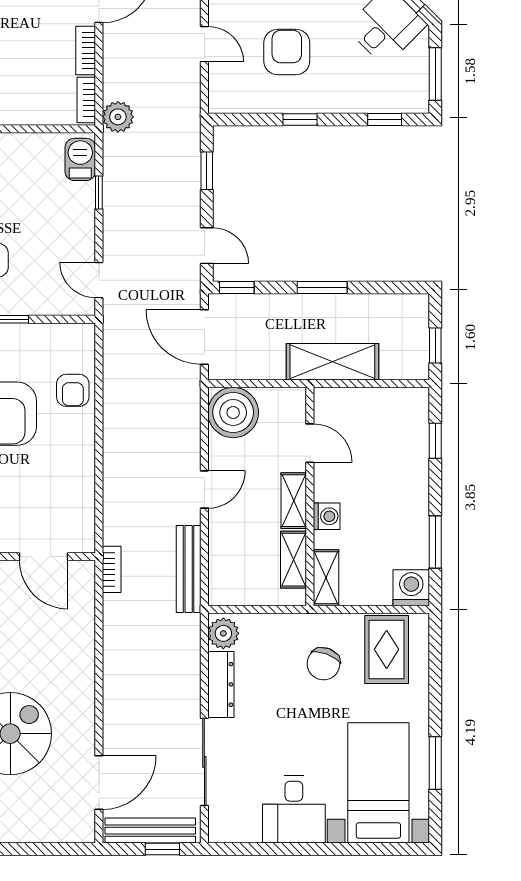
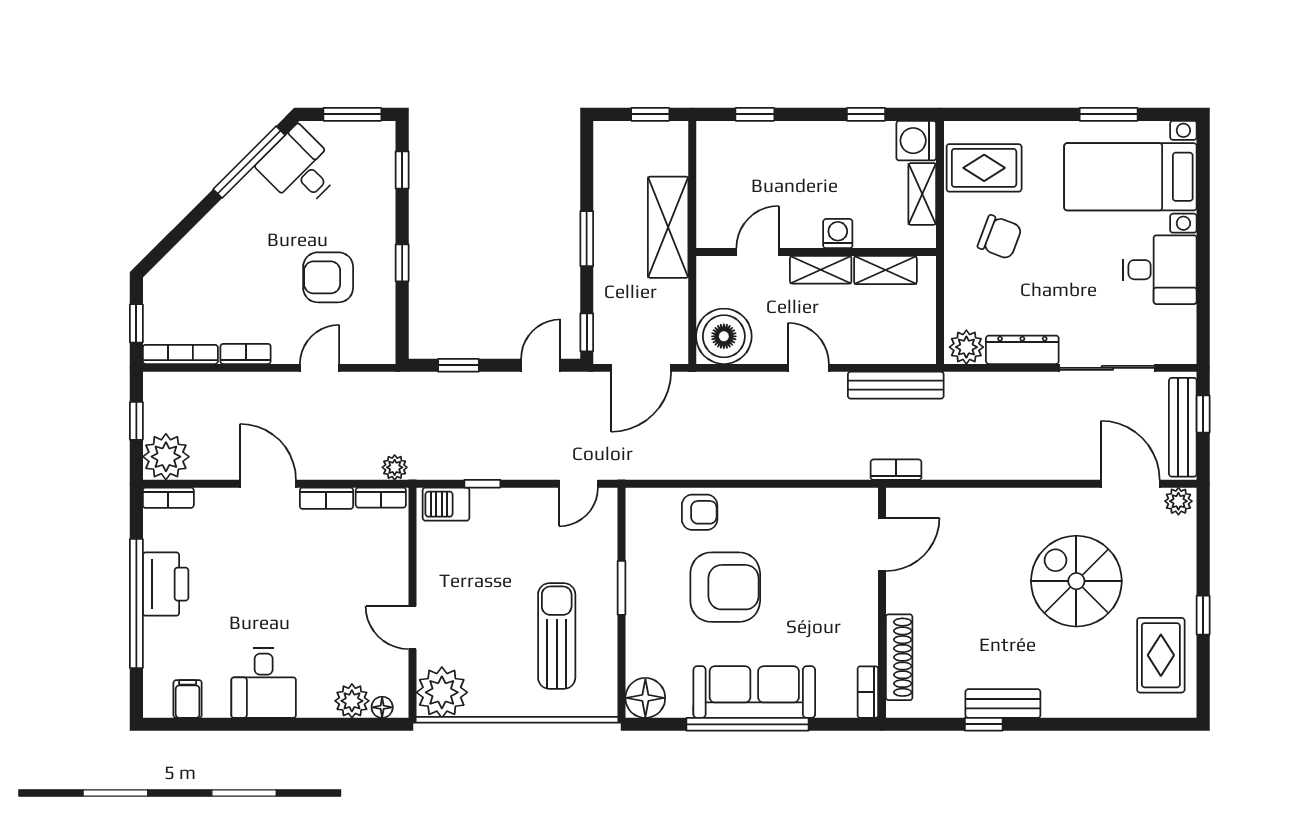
plant: (118, 117) -> (395, 467), width x0.73, depth x0.73
window: (435, 542) -> (866, 114), width x0.67
shelving: (326, 578) -> (922, 194), moved, turned 90
plant: (83, 827) -> (1178, 501), added

